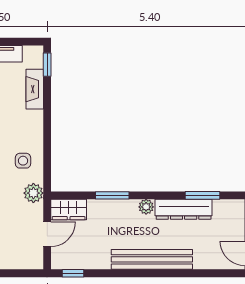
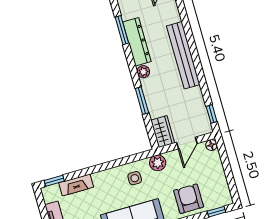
door: (47, 234) -> (187, 143), swing flipped
floor lamp: (36, 263) -> (211, 145), added

